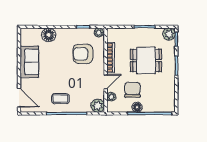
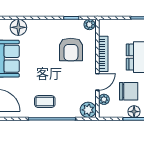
floor lamp: (49, 35) -> (18, 27), moved
armchair: (83, 54) -> (71, 49), turned -90
chair: (132, 90) -> (129, 91), turned 90

